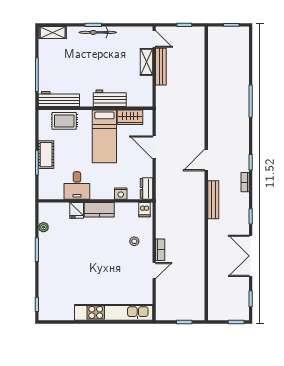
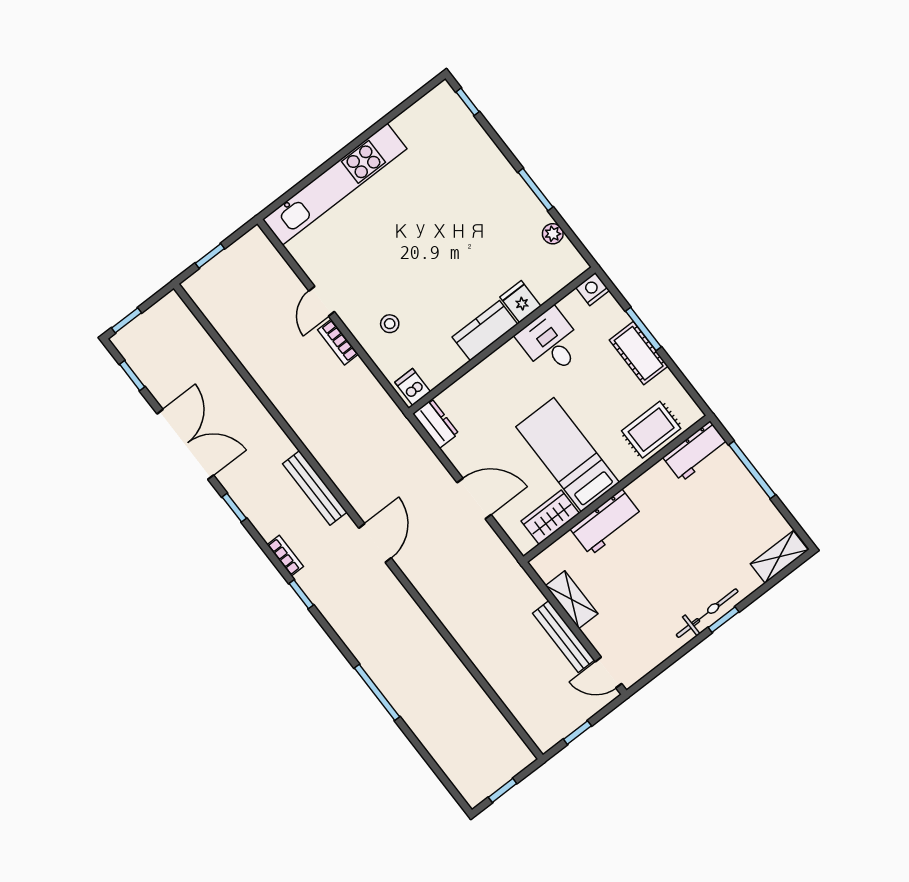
shelving: (147, 62) -> (572, 600), moved
workbench: (59, 99) -> (696, 451), width x0.73
nightstand: (121, 194) -> (593, 289), moved

